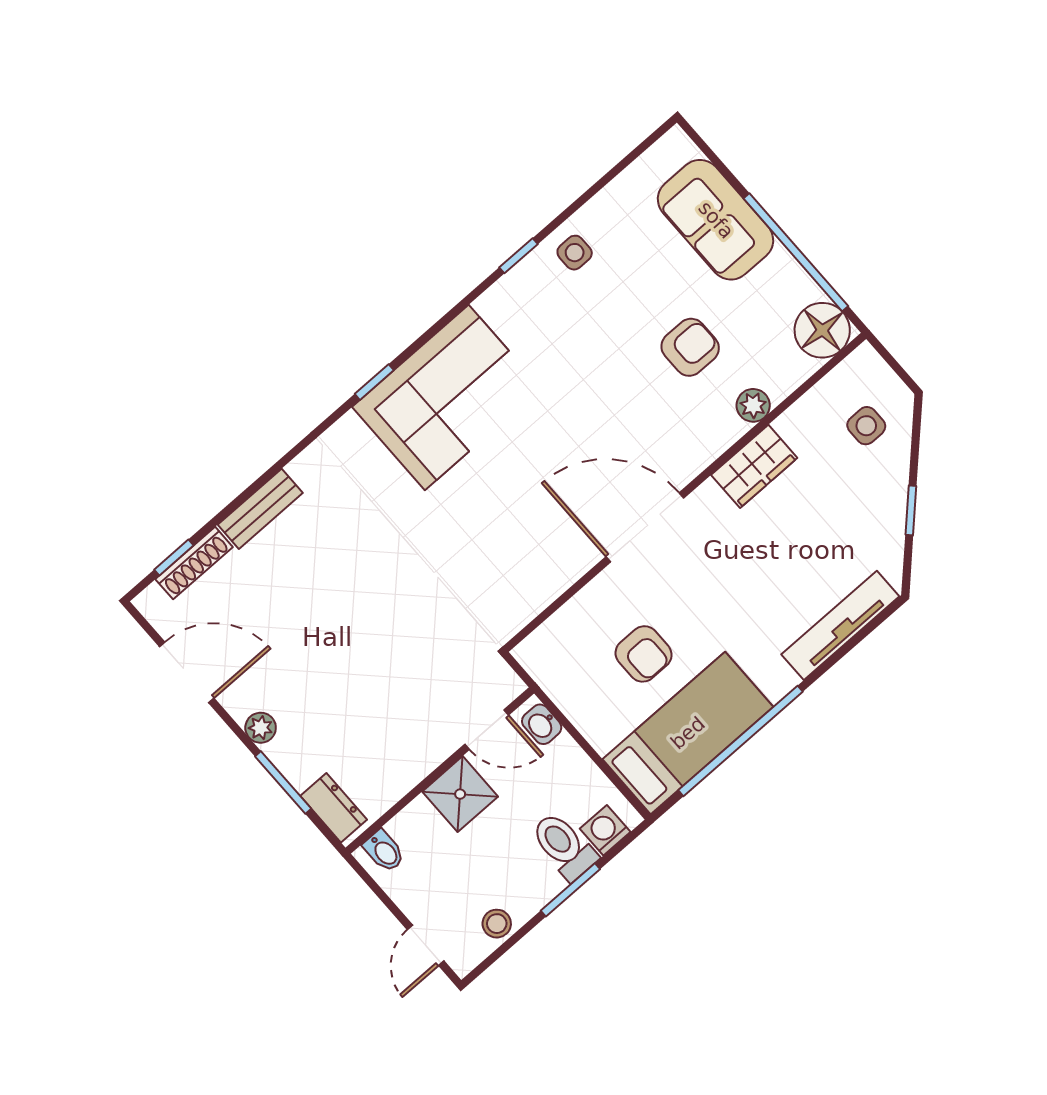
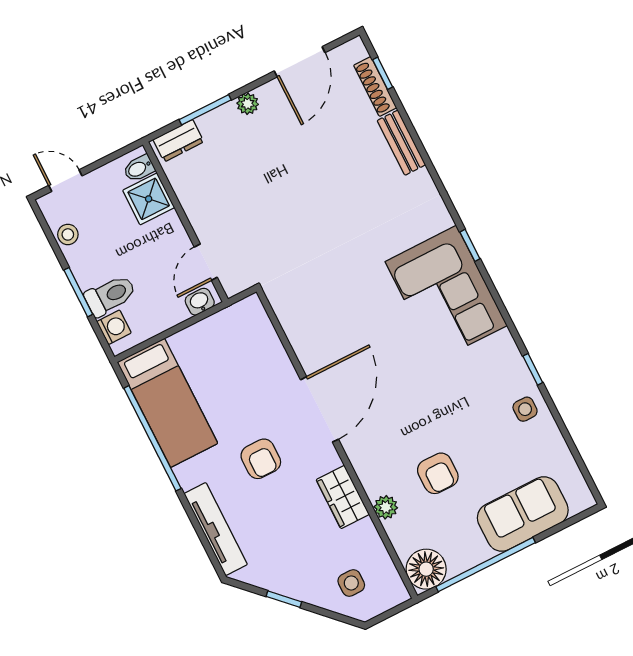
armchair: (644, 654) -> (261, 459), moved, turned -90
shower: (460, 794) -> (149, 199), moved

